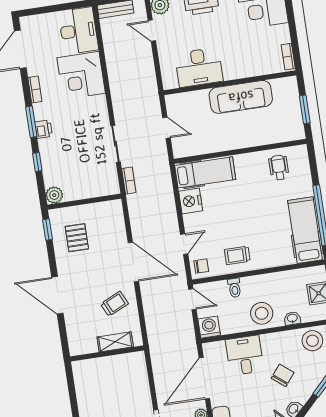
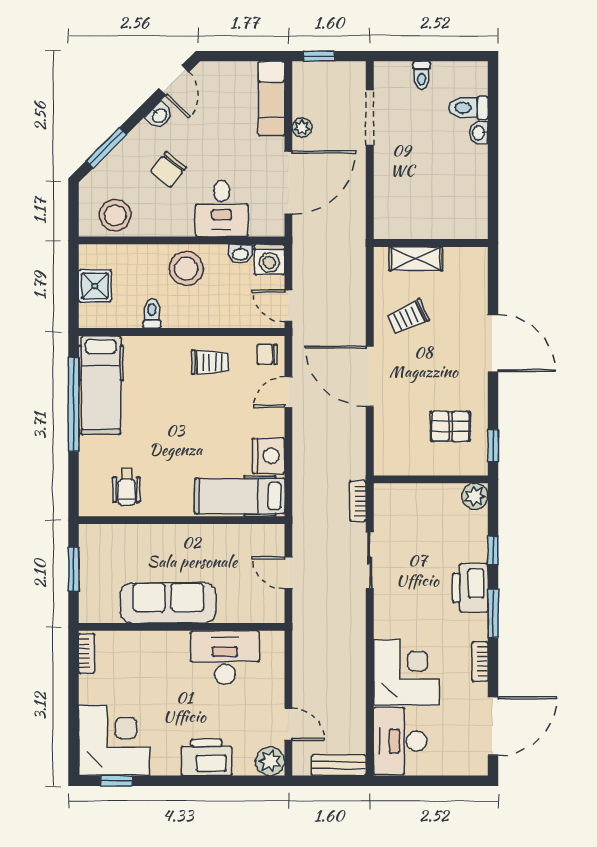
printer: (43, 129) -> (470, 588), width x1.87, depth x1.48
pallet: (77, 238) -> (450, 426), turned 90
toilet: (235, 288) -> (152, 314), moved
washbasin: (292, 318) -> (240, 254), moved

